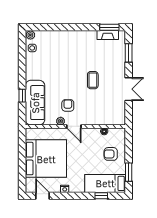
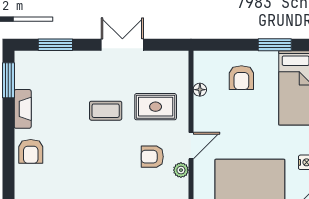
fireplace: (108, 35) -> (23, 109), moved
armchair: (71, 39) -> (31, 151), added
rug: (95, 107) -> (156, 107), added

